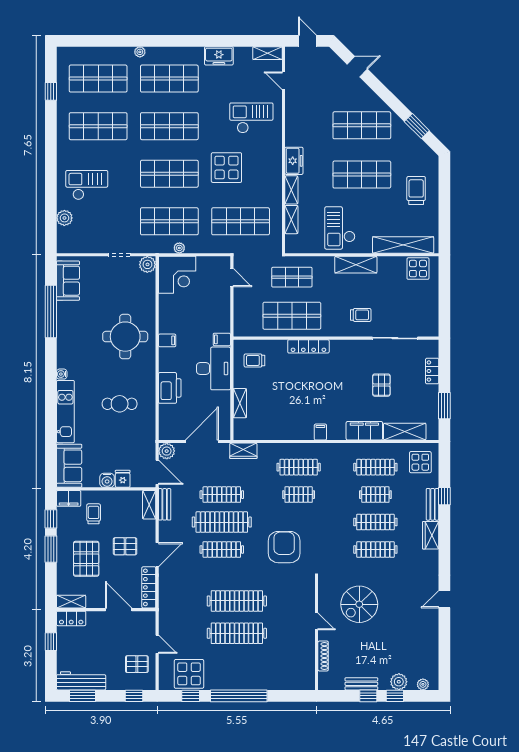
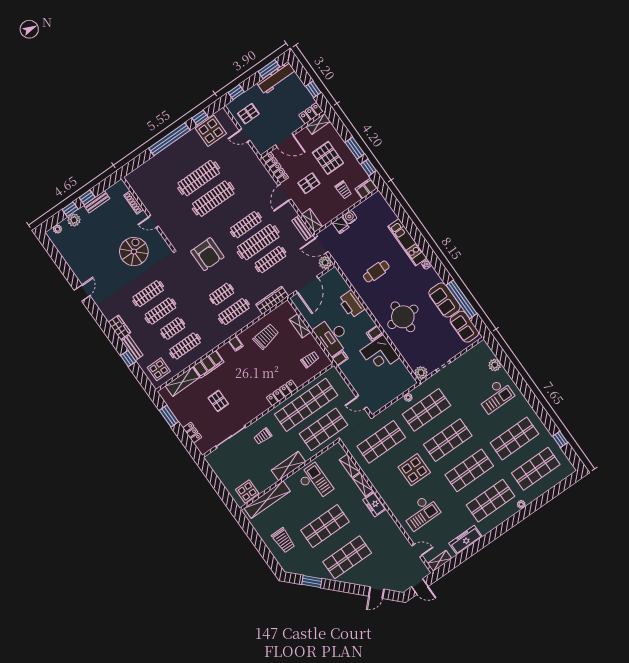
freezer: (219, 56) -> (466, 540), width x1.40
corner desk: (177, 275) -> (380, 354), moved, turned -90
shop shelf: (292, 277) -> (323, 429), width x1.43, depth x1.36
shop shelf: (292, 316) -> (306, 405), width x1.40
trolley: (284, 417) -> (266, 336), added
wardrobe: (243, 451) -> (272, 300), width x1.50
sofa: (69, 466) -> (444, 300), moved

